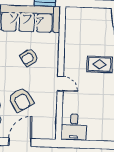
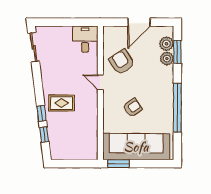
armchair: (21, 100) -> (122, 62), moved

